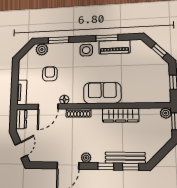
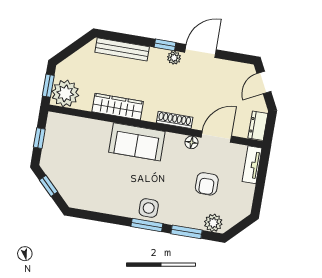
window: (107, 38) -> (147, 225), moved
piano: (114, 47) -> (108, 204), removed
plant: (166, 113) -> (65, 93), width x1.87, depth x1.87
window: (106, 166) -> (165, 45), moved
window: (131, 167) -> (117, 37), removed

